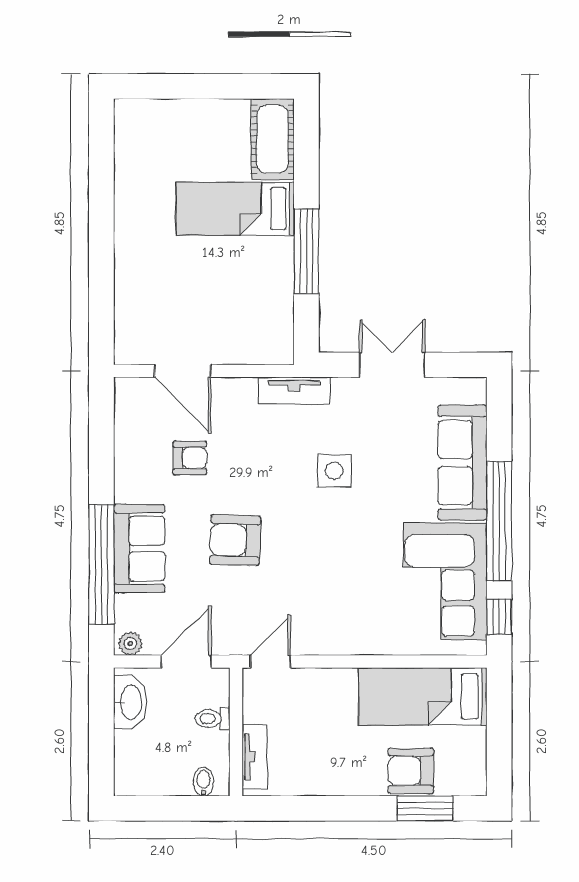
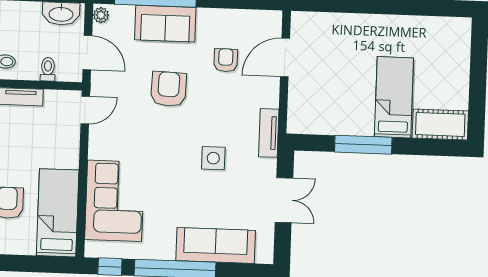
armchair: (190, 458) -> (226, 60), turned 180
corner sofa: (445, 581) -> (115, 201), moved, turned 90
door: (270, 661) -> (85, 110), hinge flipped

